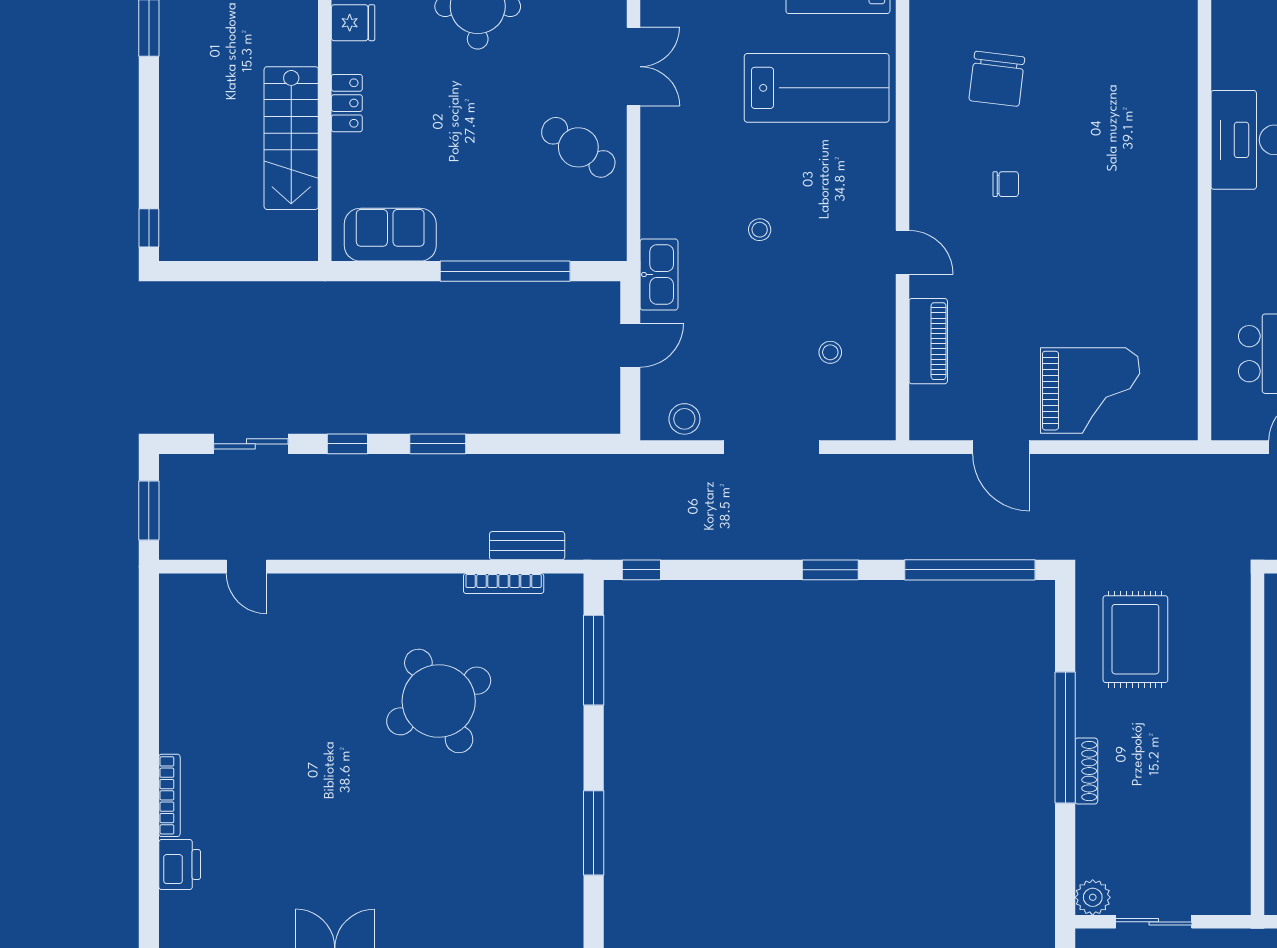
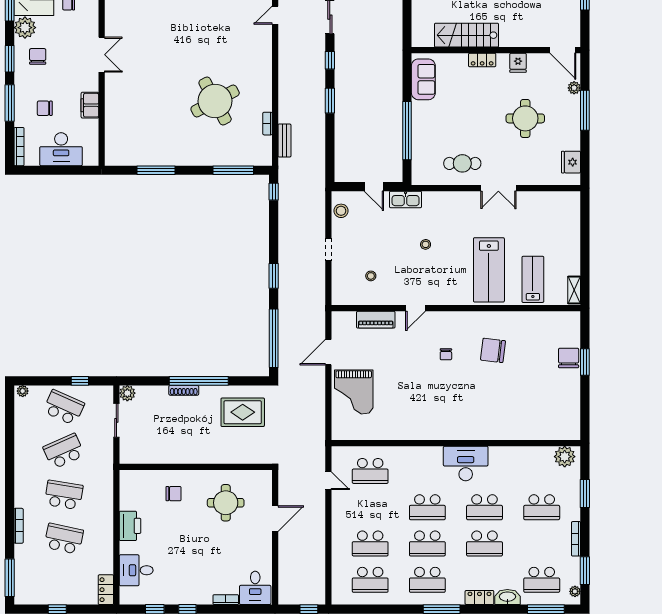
cafe table: (578, 147) -> (462, 163), turned 55
doorway: (771, 447) -> (328, 250), width x0.53
bookcase: (504, 583) -> (267, 124), width x0.64

